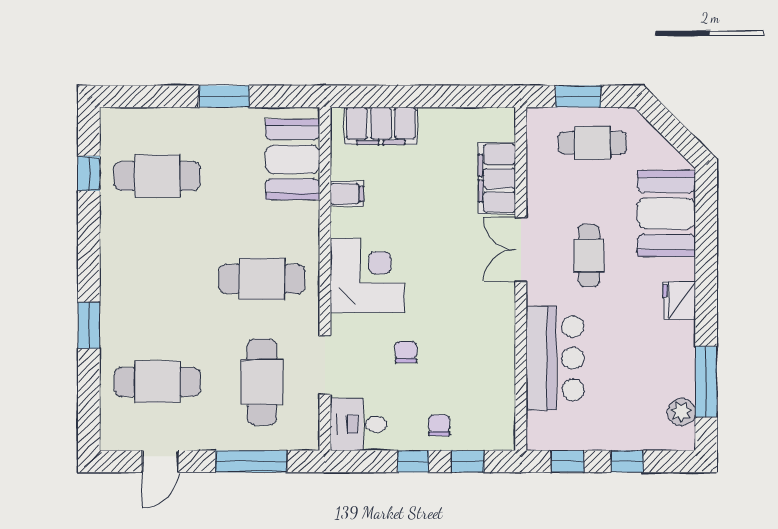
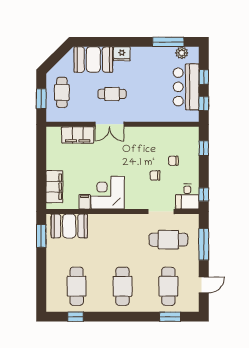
window: (224, 96) -> (41, 236), moved
corner desk: (367, 276) -> (108, 193), moved
cafe table: (262, 279) -> (122, 286), moved
fridge: (679, 300) -> (122, 54), moved
window: (89, 325) -> (170, 317), moved
bar counter: (555, 358) -> (186, 87), moved, turned -90
chair: (439, 425) -> (173, 161), moved
door: (160, 461) -> (204, 285), hinge flipped
window: (413, 461) -> (204, 194), moved

